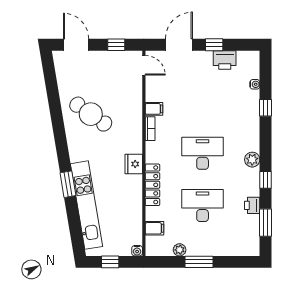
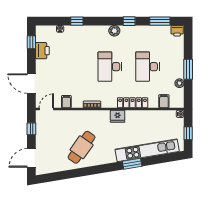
window: (214, 45) -> (31, 42), moved
filing cabinet: (154, 109) -> (66, 102), moved
printer: (252, 205) -> (177, 31), moved

